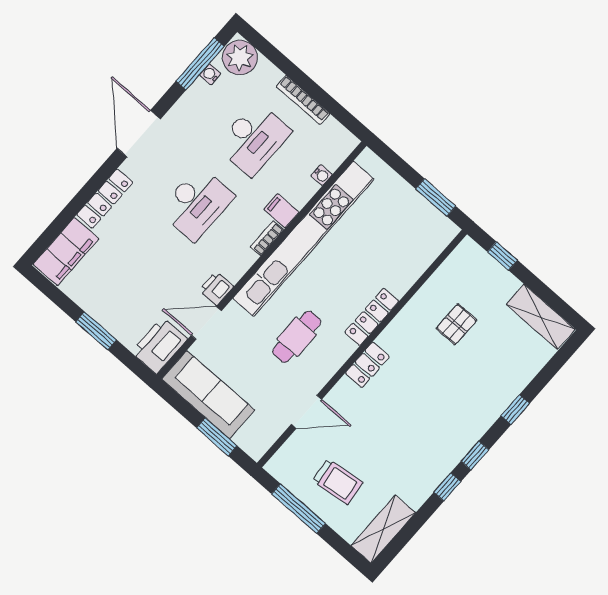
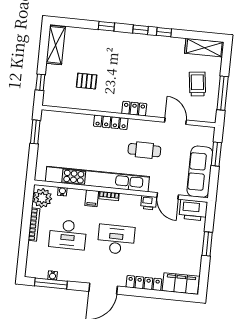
plant: (240, 58) -> (42, 198), moved
desk: (254, 139) -> (68, 235), turned 180

